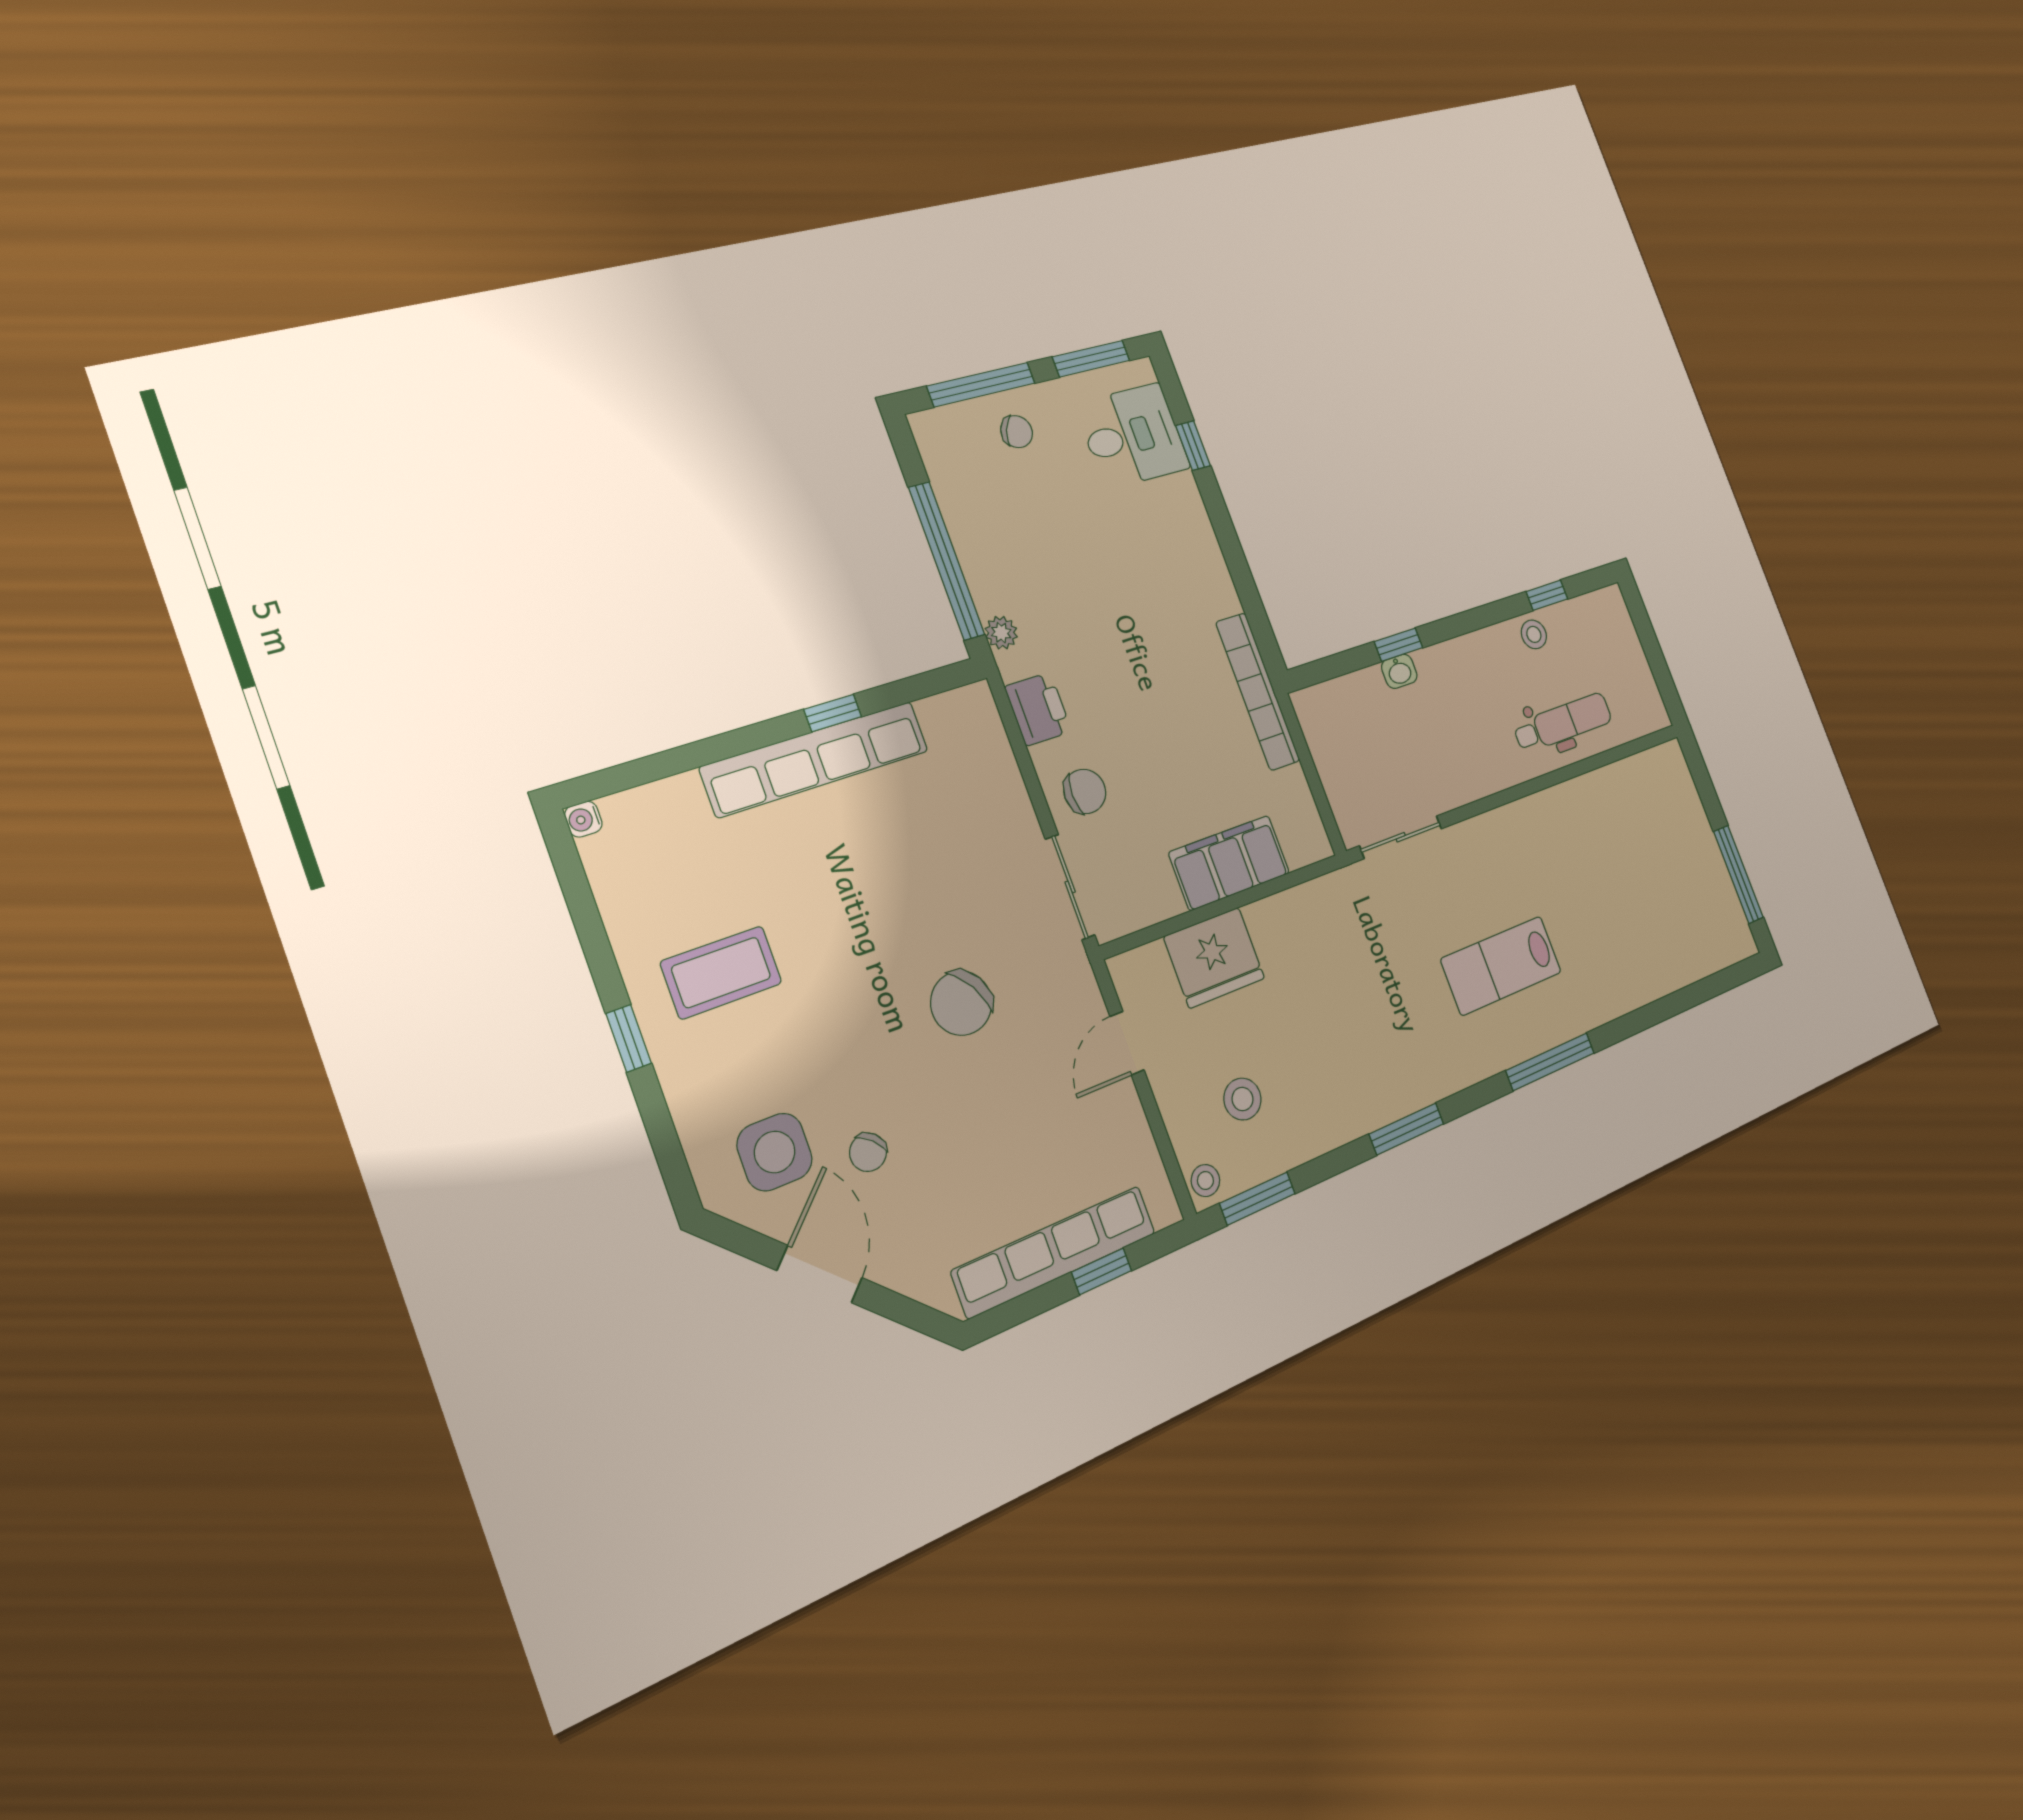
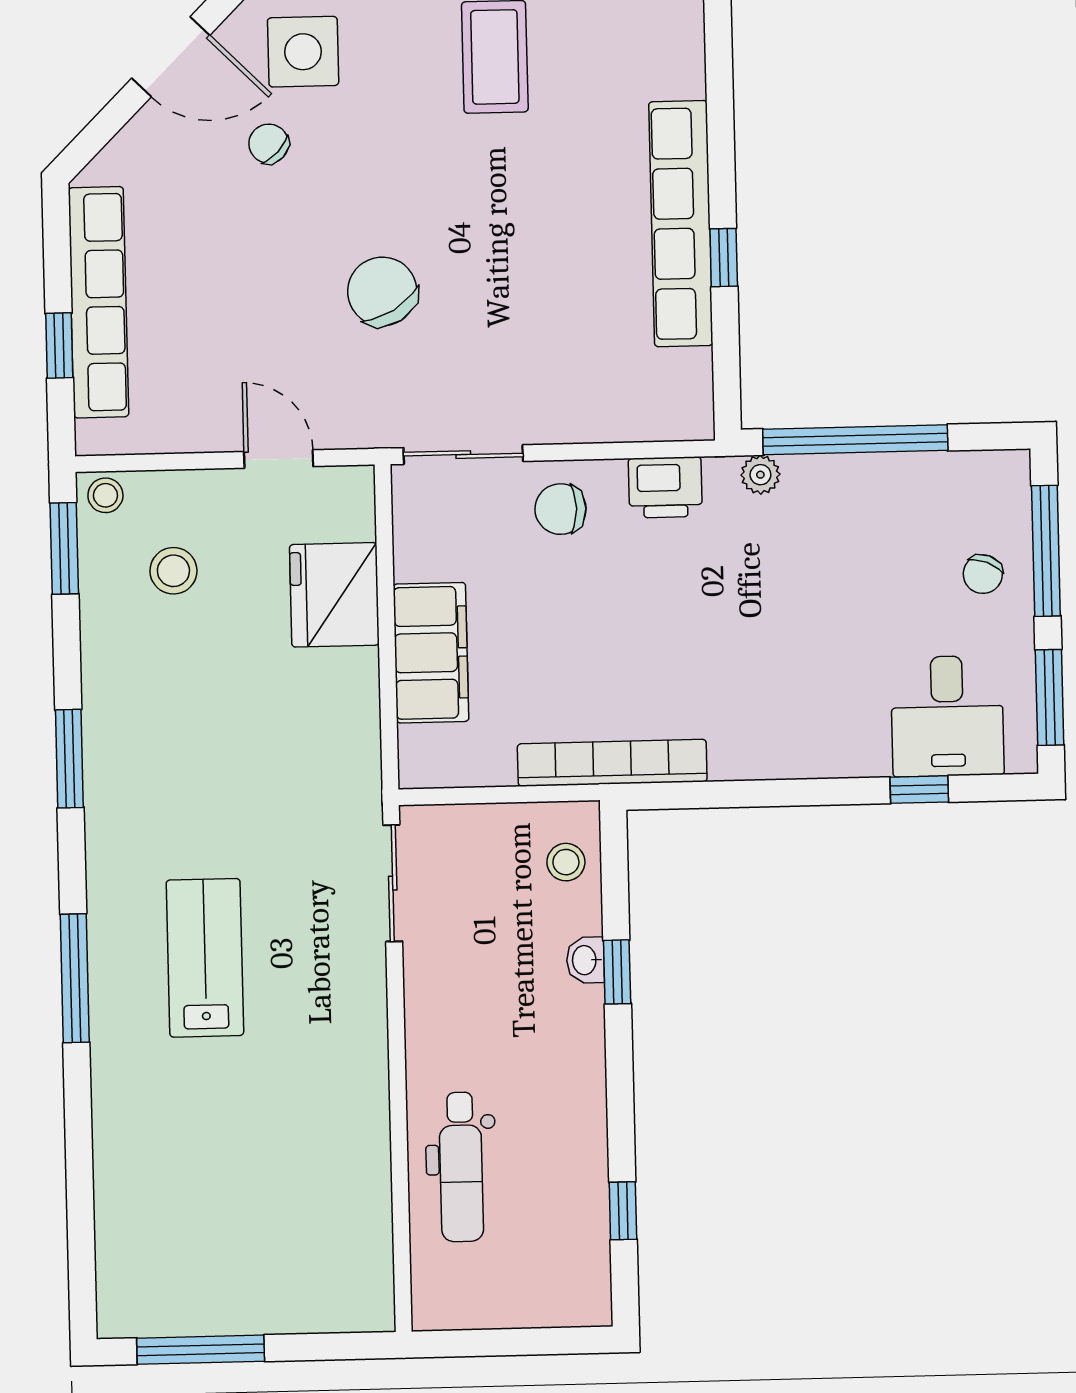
stool: (1534, 634) -> (566, 862), moved
chair: (1085, 791) -> (560, 509), turned 90

